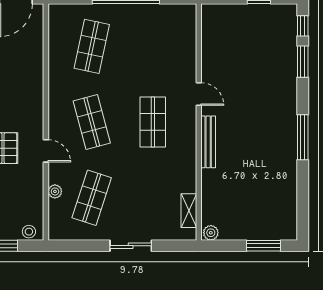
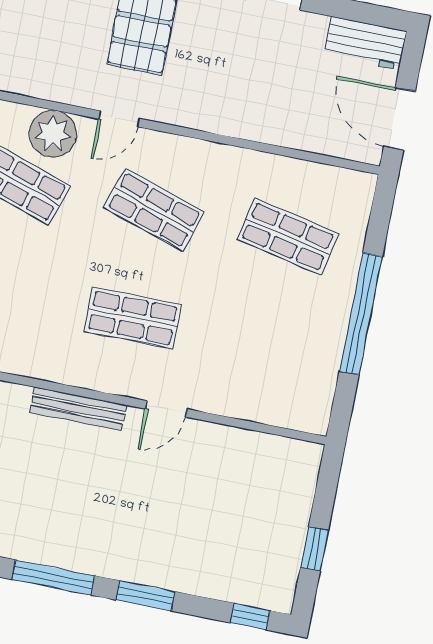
window: (303, 62) -> (146, 596), moved
shop shelf: (92, 122) -> (154, 210), turned 33
plant: (55, 191) -> (53, 134), width x1.88, depth x1.88

